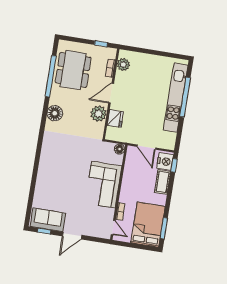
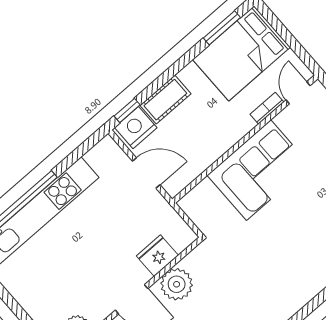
door: (146, 147) -> (146, 173), hinge flipped
floor lamp: (120, 149) -> (189, 204), removed

